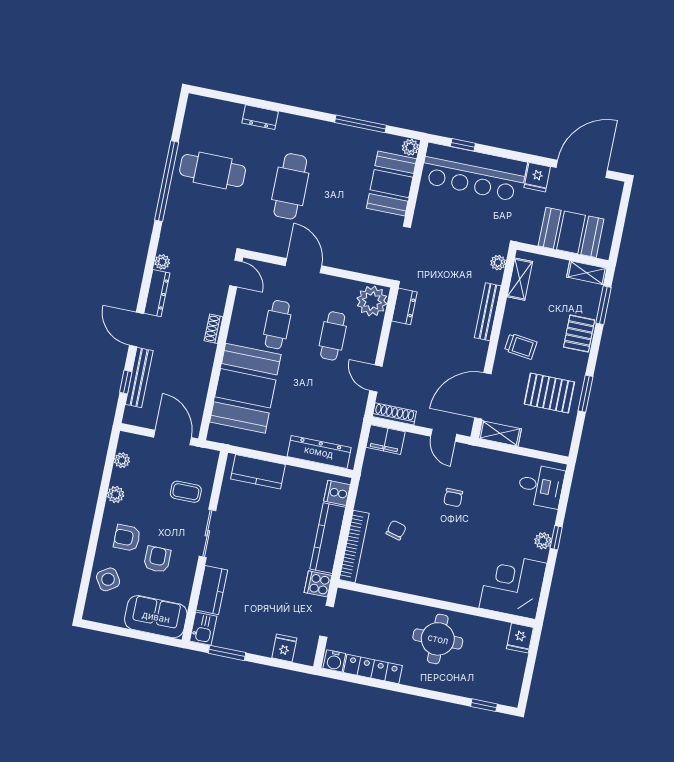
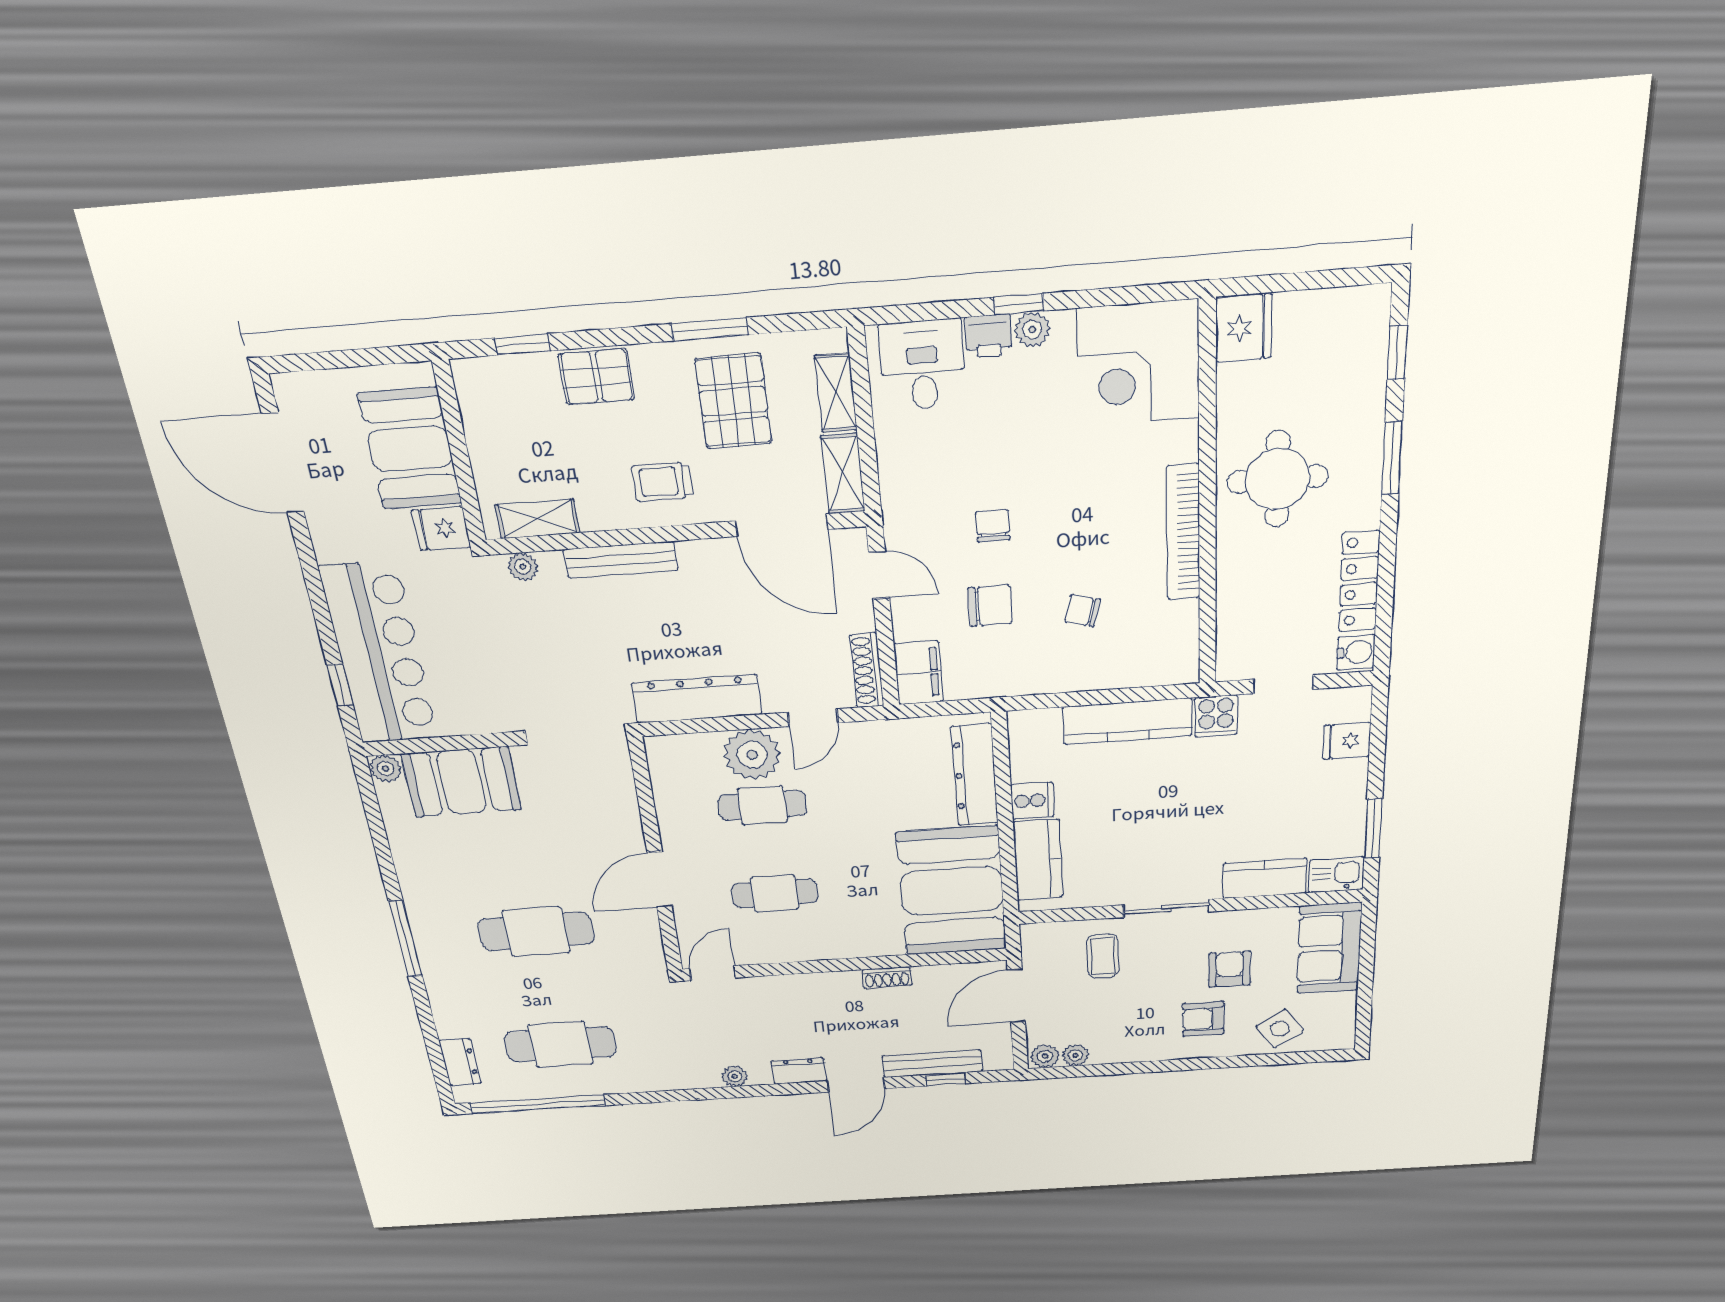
dresser: (260, 117) -> (460, 1062), moved
window: (360, 124) -> (405, 939), moved
cafe table: (213, 171) -> (560, 1044), turned 90
fridge: (537, 177) -> (441, 528), moved, turned 180
window: (167, 181) -> (538, 1104), moved
shelving: (587, 273) -> (836, 393), moved
dresser: (157, 293) -> (799, 1071), width x0.70
plant: (372, 301) -> (752, 755), moved
window: (604, 305) -> (523, 344), width x0.67
dresser: (404, 306) -> (697, 699), width x1.96, depth x1.24
shoe rack: (214, 329) -> (887, 978), moved
trolley: (521, 346) -> (663, 482), turned -97
booth: (245, 388) -> (952, 891), moved, turned 90
door: (444, 435) -> (879, 575), hinge flipped
chair: (412, 485) -> (990, 606), added
cooker: (337, 493) -> (1032, 801), moved, turned -90
plant: (116, 495) -> (1045, 1056), moved
chair: (453, 498) -> (993, 526), turned -90
printer: (546, 520) -> (988, 336), added
armchair: (127, 538) -> (1203, 1019), turned 90
bookcase: (354, 546) -> (1183, 532), moved, turned -90
armchair: (157, 559) -> (1229, 969), turned 90
fridge: (520, 638) -> (1244, 328), width x1.38
window: (433, 695) -> (1392, 458), added

